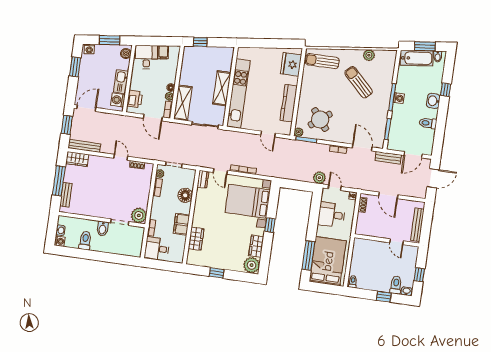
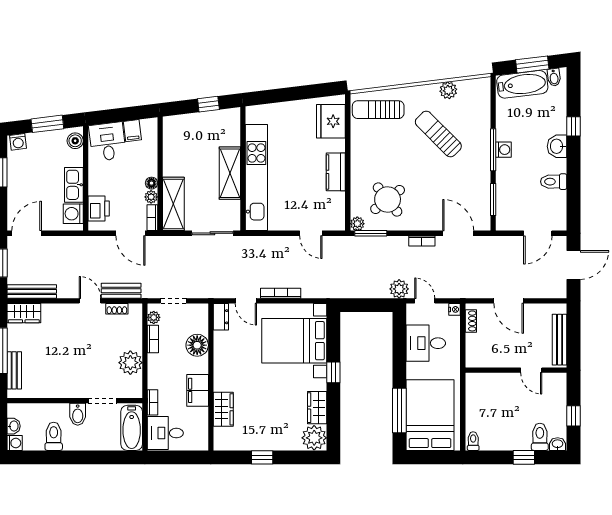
window: (200, 42) -> (208, 104), moved
kitchen counter: (289, 103) -> (336, 172), width x0.67
bench: (388, 158) -> (121, 291), moved
plant: (139, 215) -> (130, 363), moved
bathtub: (136, 242) -> (132, 428), added

